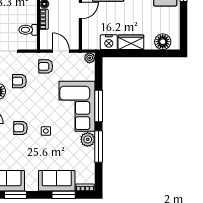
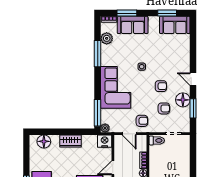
toilet: (28, 30) -> (157, 140), moved
nightstand: (109, 42) -> (105, 141), moved
window: (99, 106) -> (98, 113), moved
armchair: (21, 128) -> (161, 86), moved
plant: (88, 139) -> (107, 38), moved

